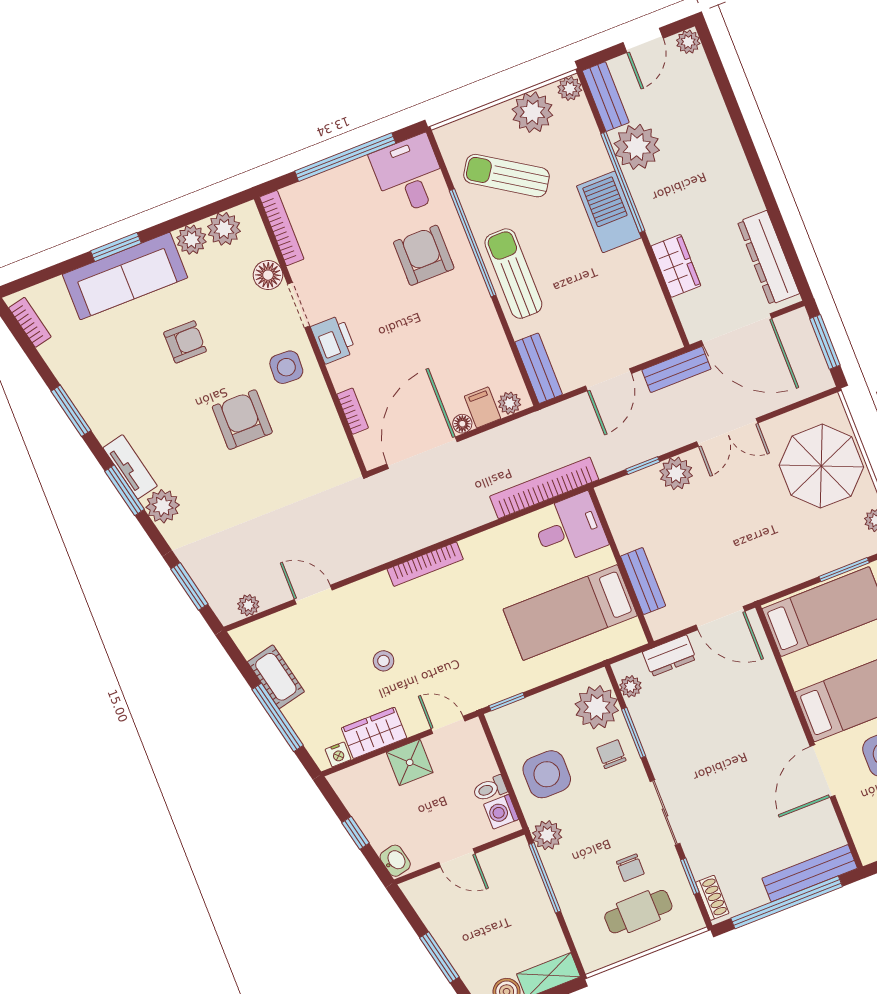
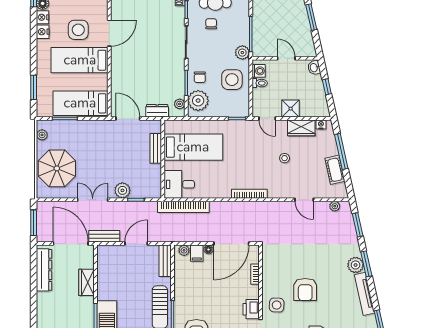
tv unit: (130, 467) -> (364, 294), width x1.41
window: (124, 490) -> (366, 264), moved

